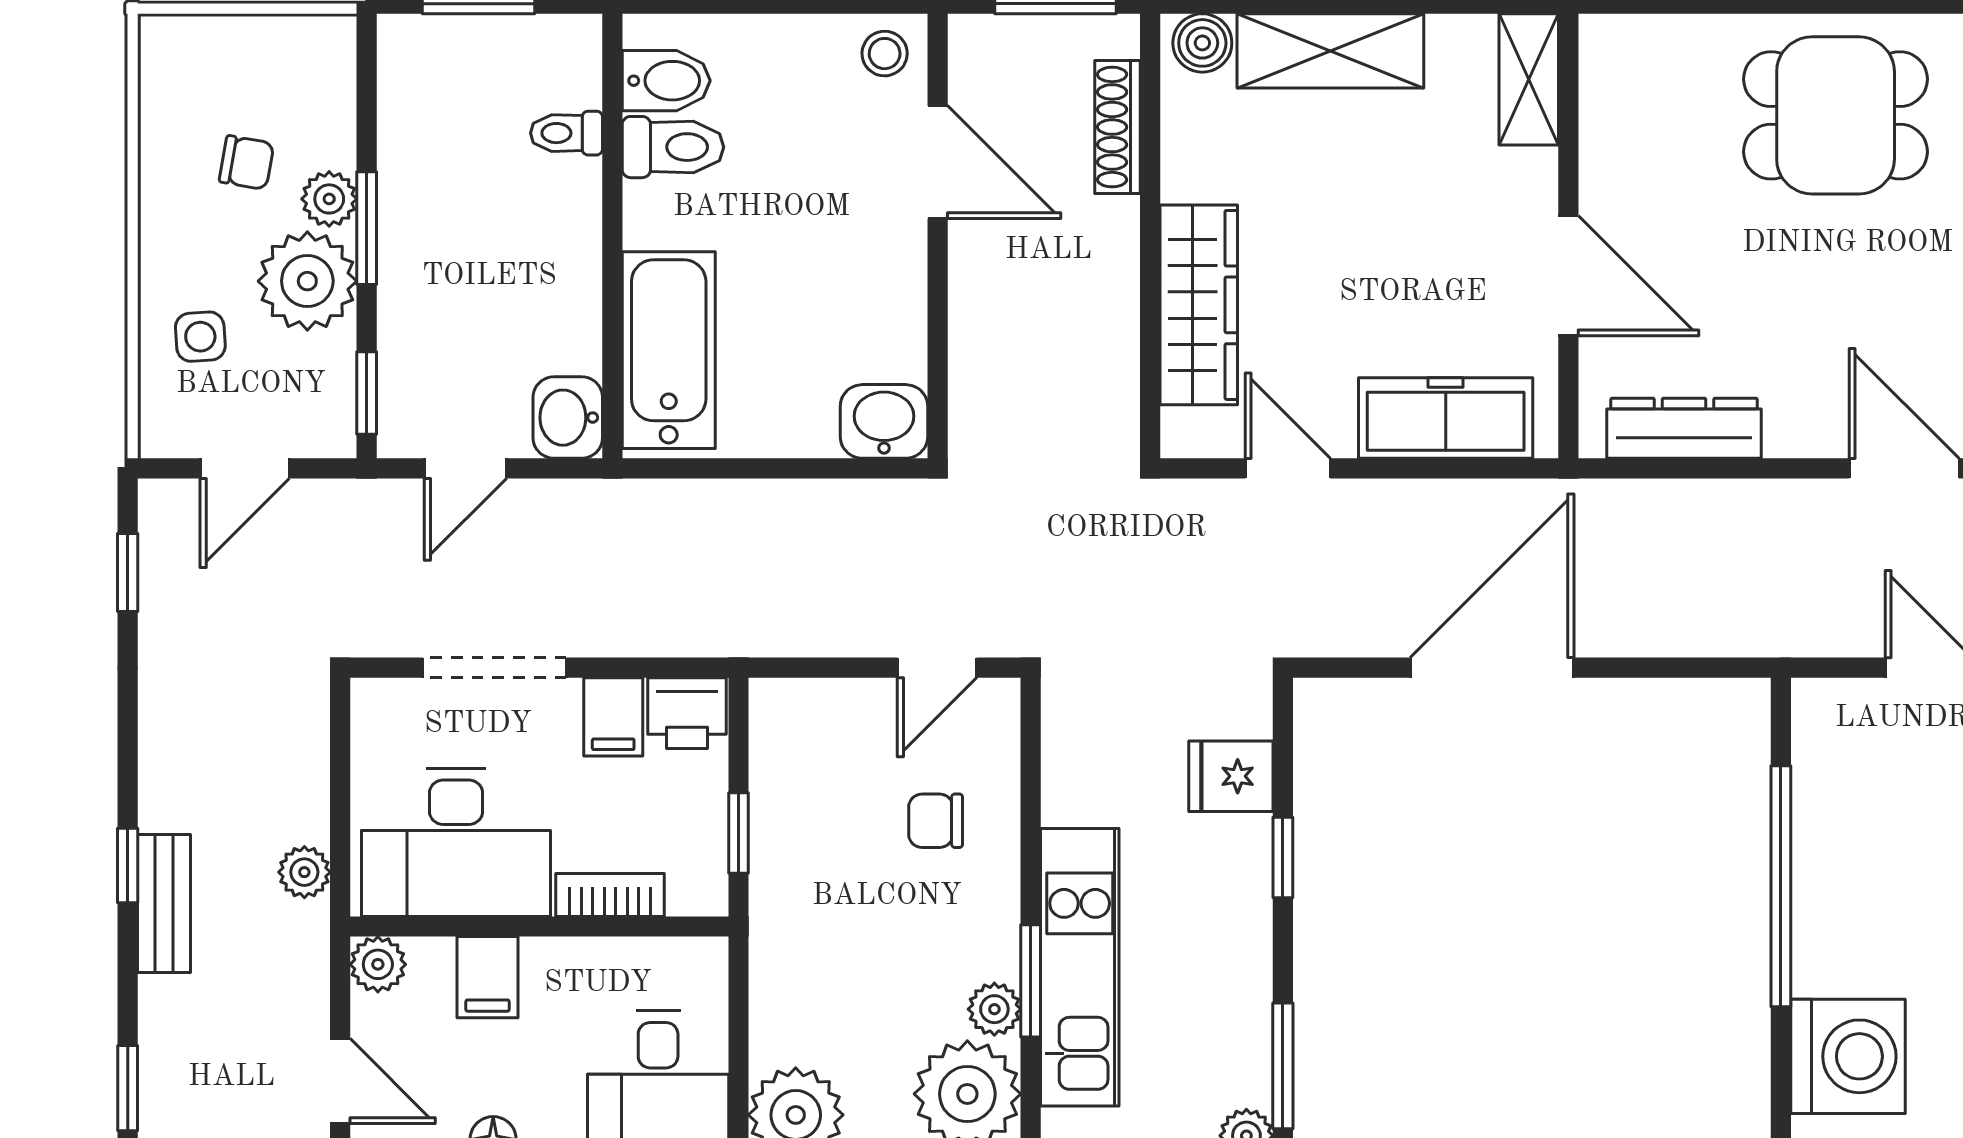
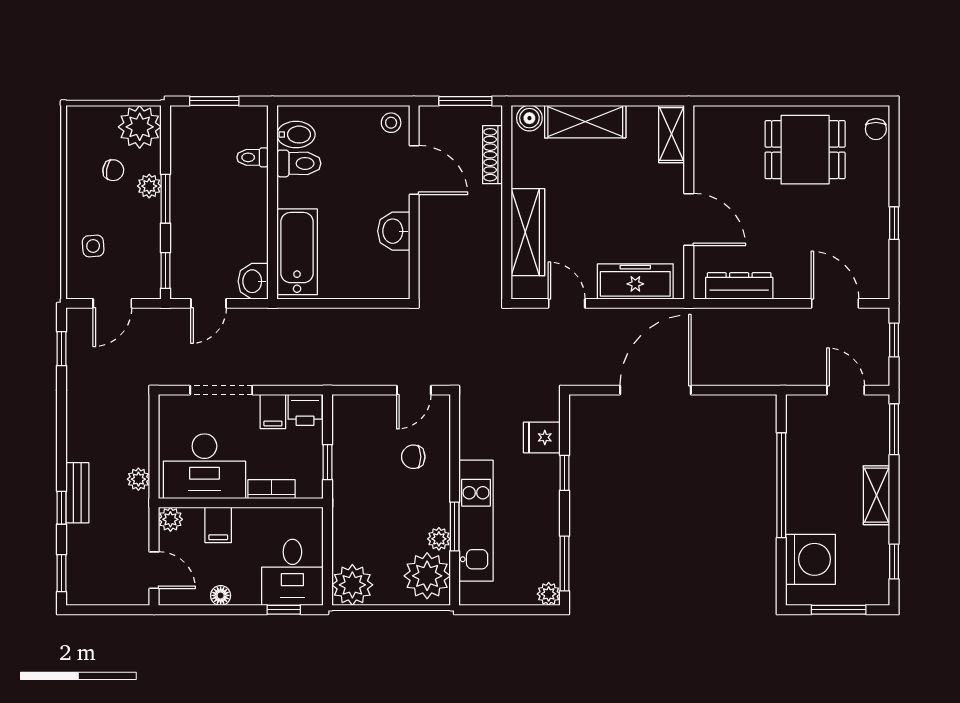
plant: (307, 281) -> (140, 127), moved
washbasin: (884, 421) -> (394, 231), moved, turned -90
window: (128, 865) -> (61, 508), moved

